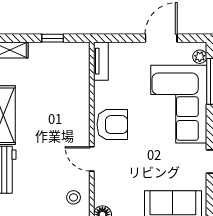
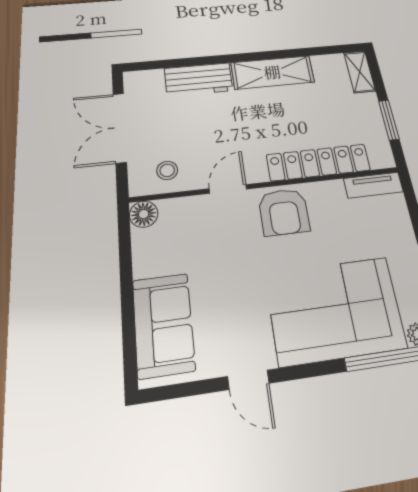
window: (53, 38) -> (389, 120), width x1.50
locker: (80, 95) -> (318, 162), added

